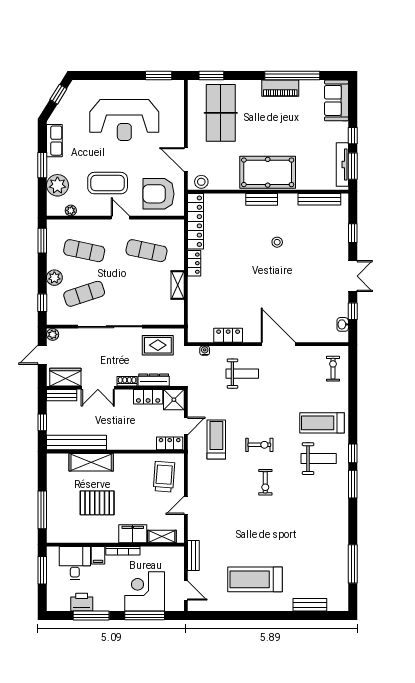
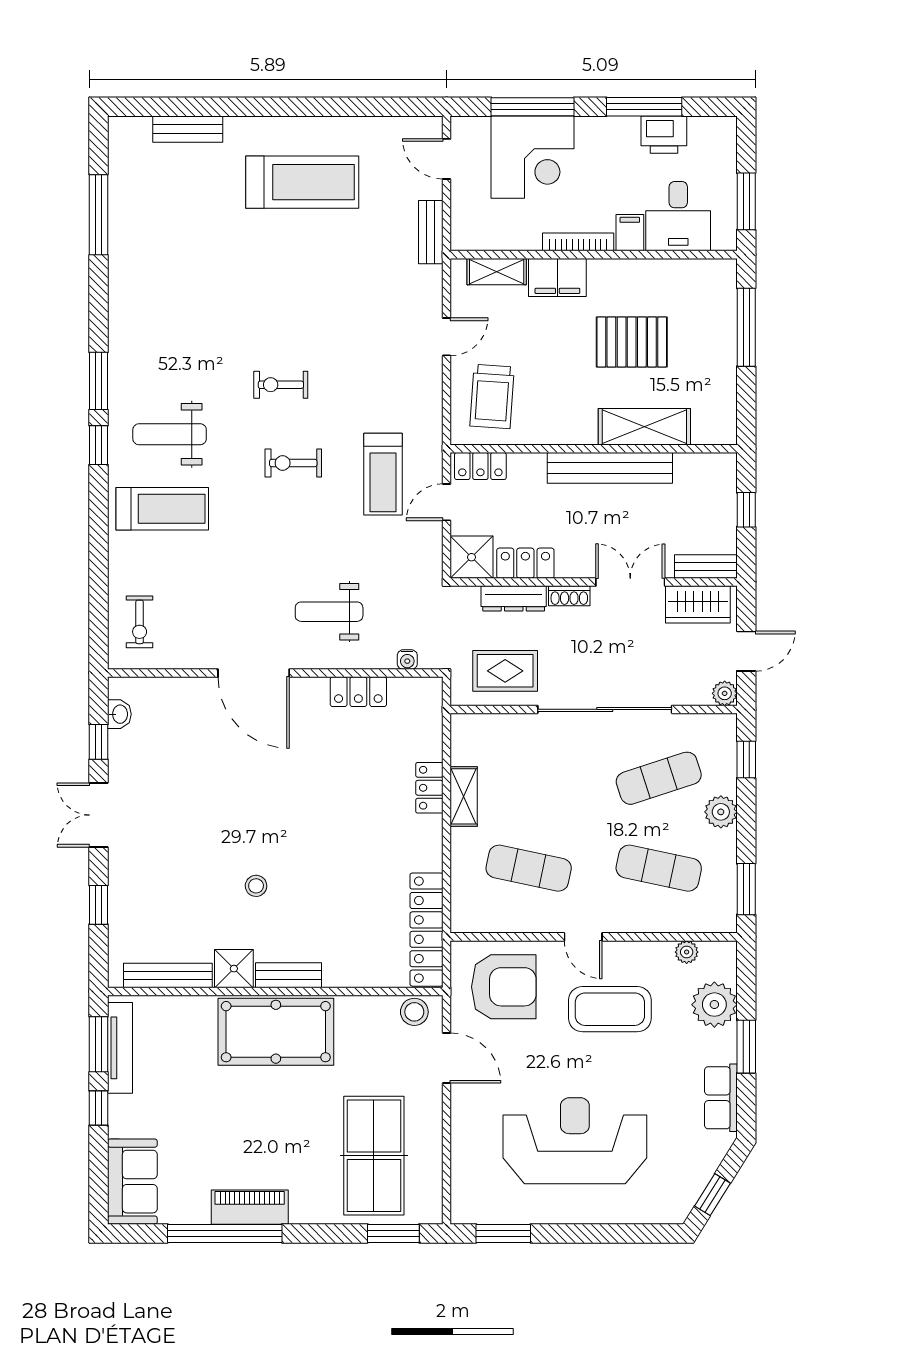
shower: (288, 203) -> (234, 969), added
locker: (194, 263) -> (429, 788), moved
bench: (77, 442) -> (610, 468), moved
exercise bike: (265, 482) -> (281, 385), turned -90

